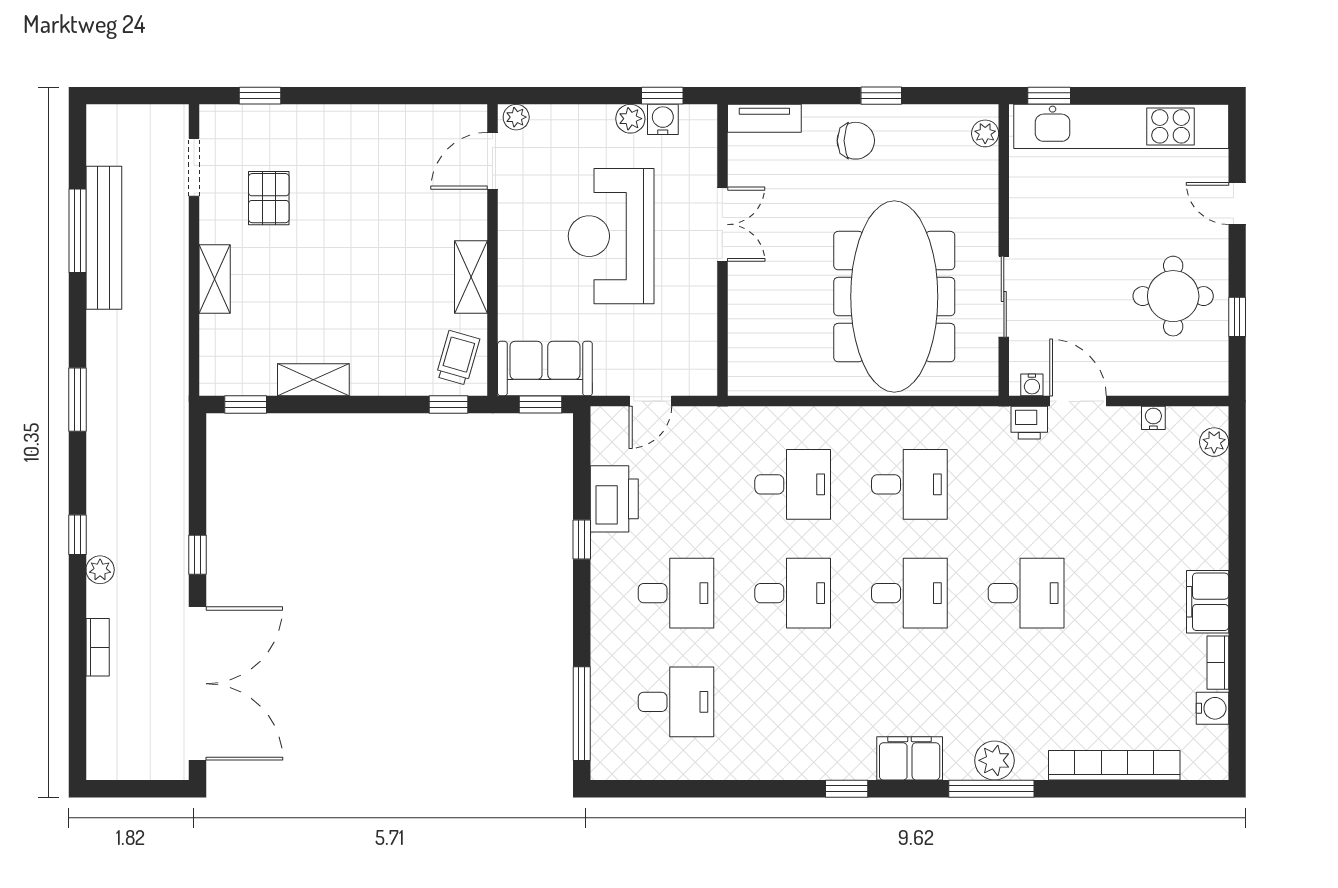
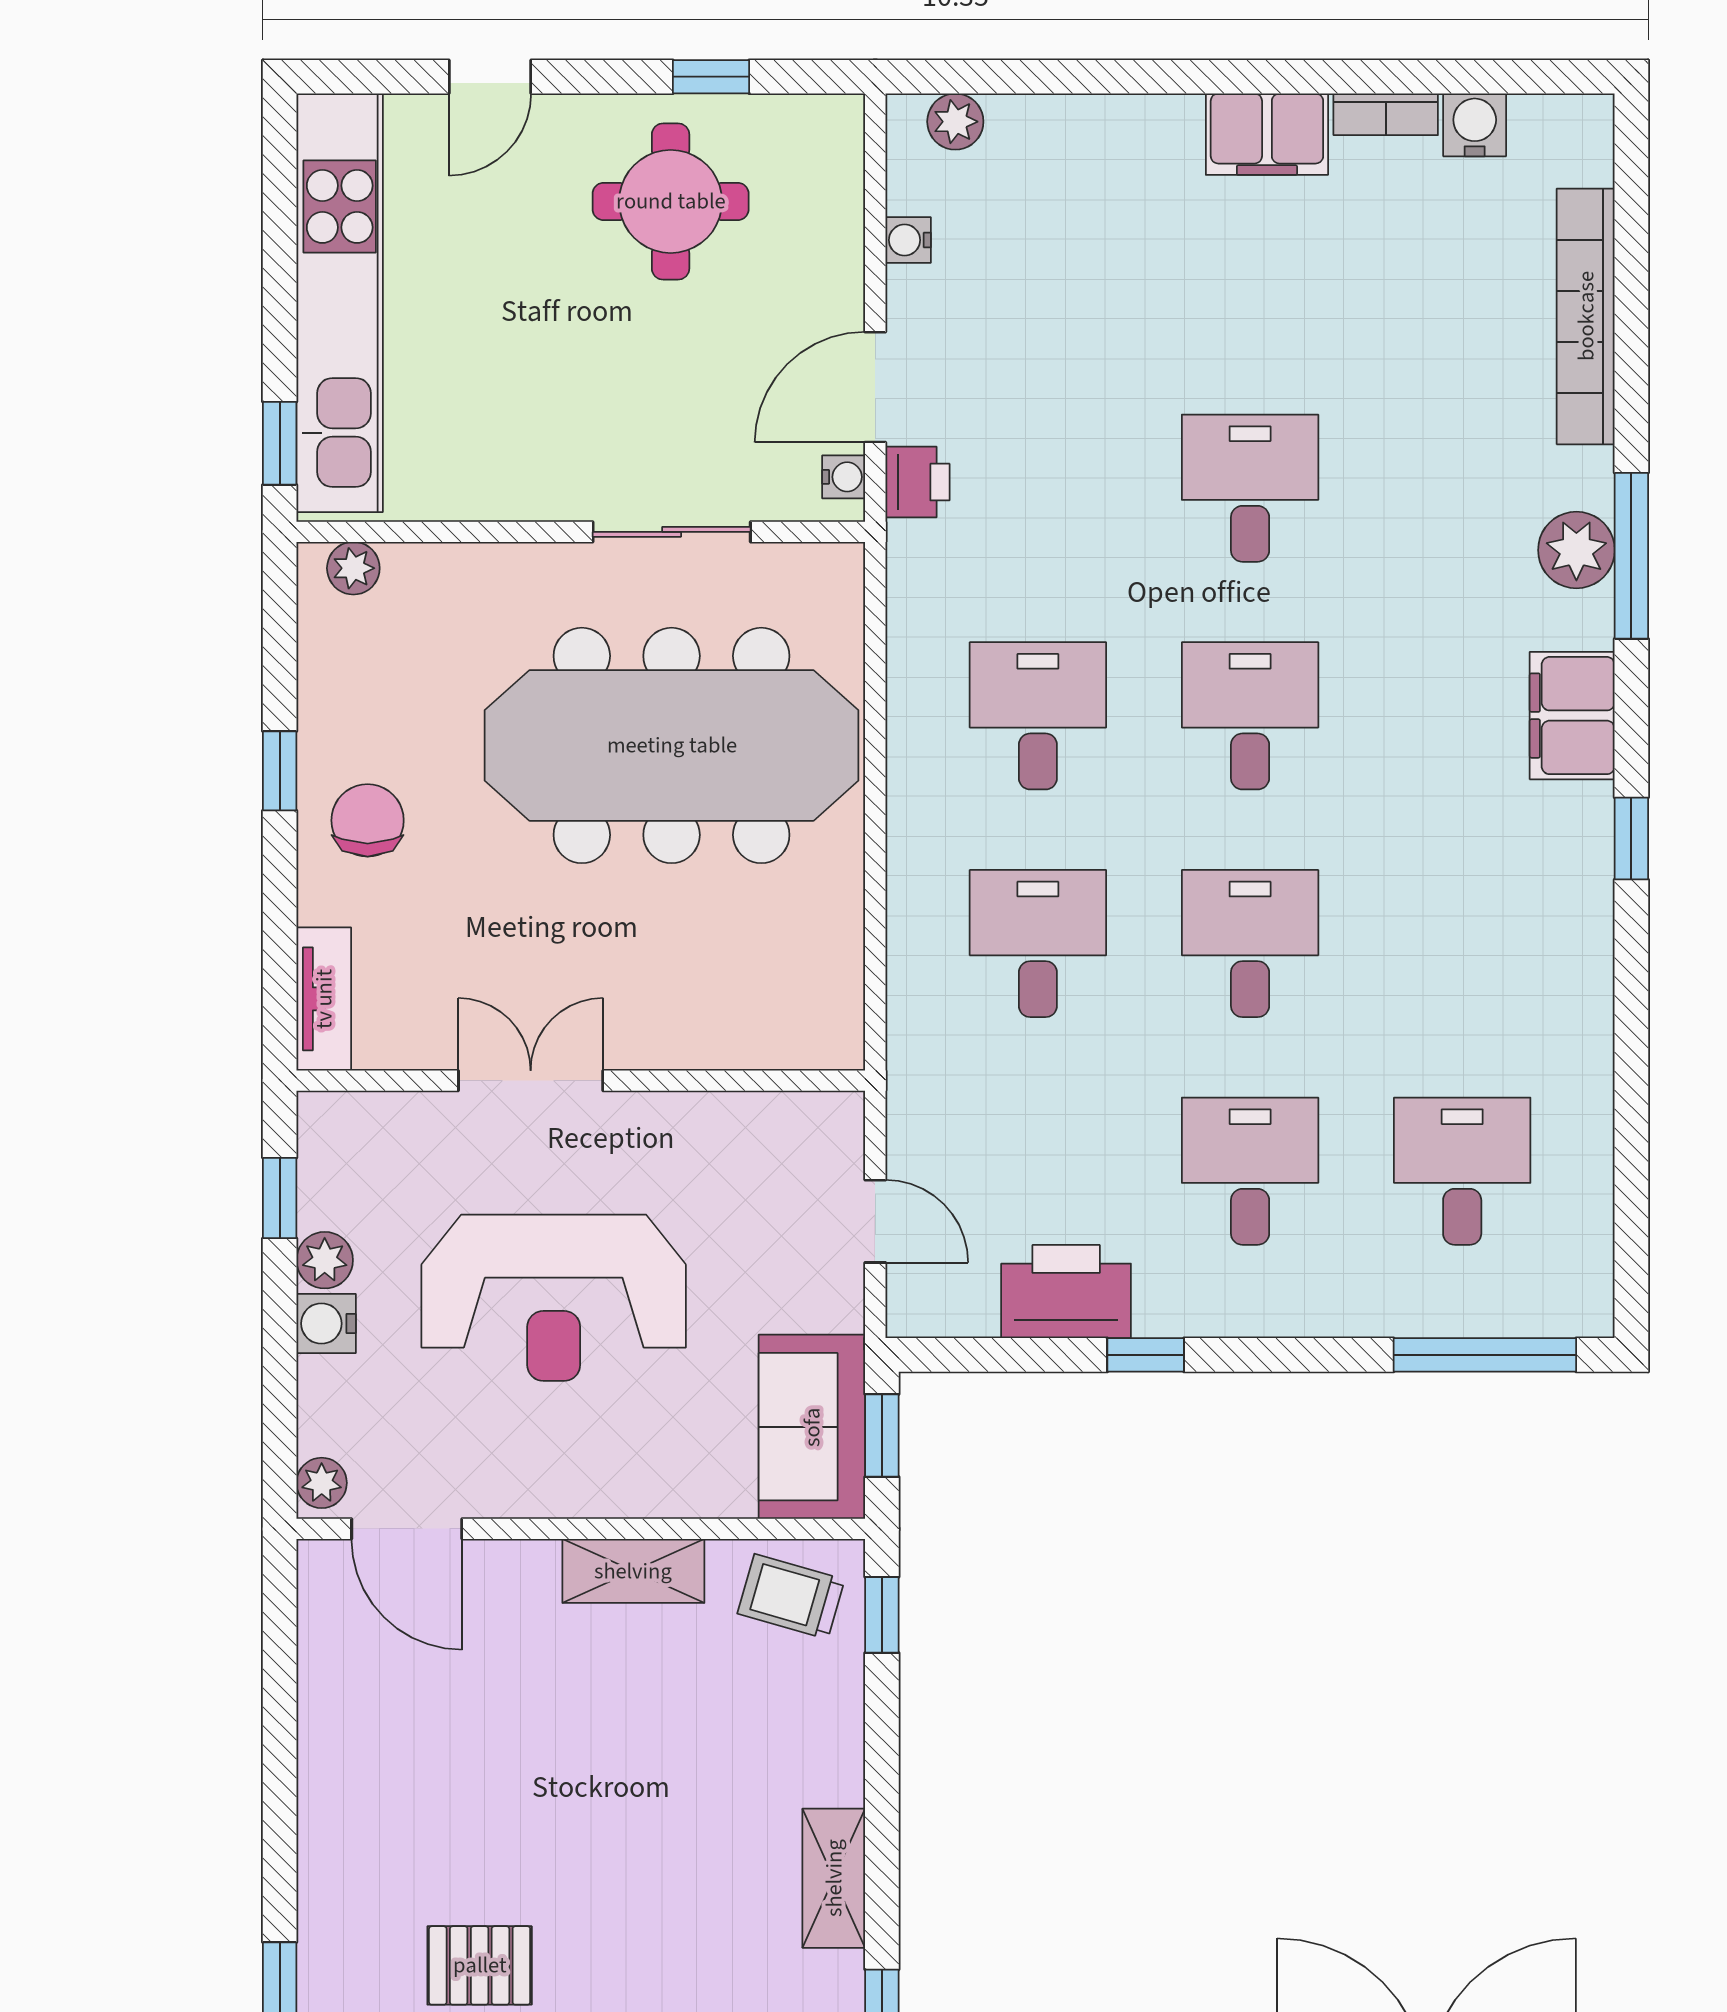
water cooler: (663, 119) -> (326, 1324), moved

